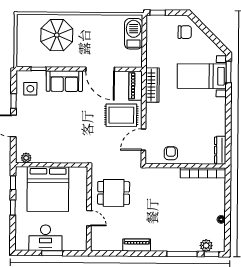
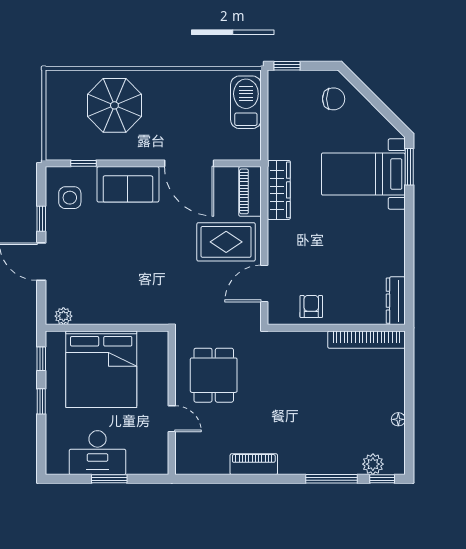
dining table: (114, 193) -> (214, 375), turned 90

